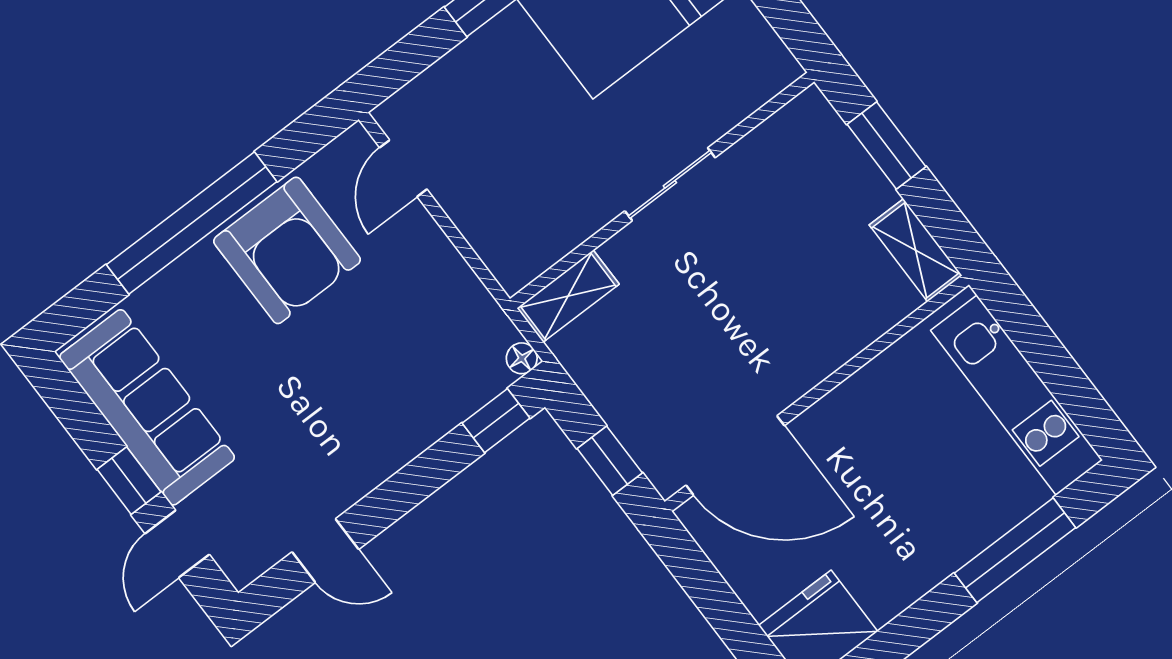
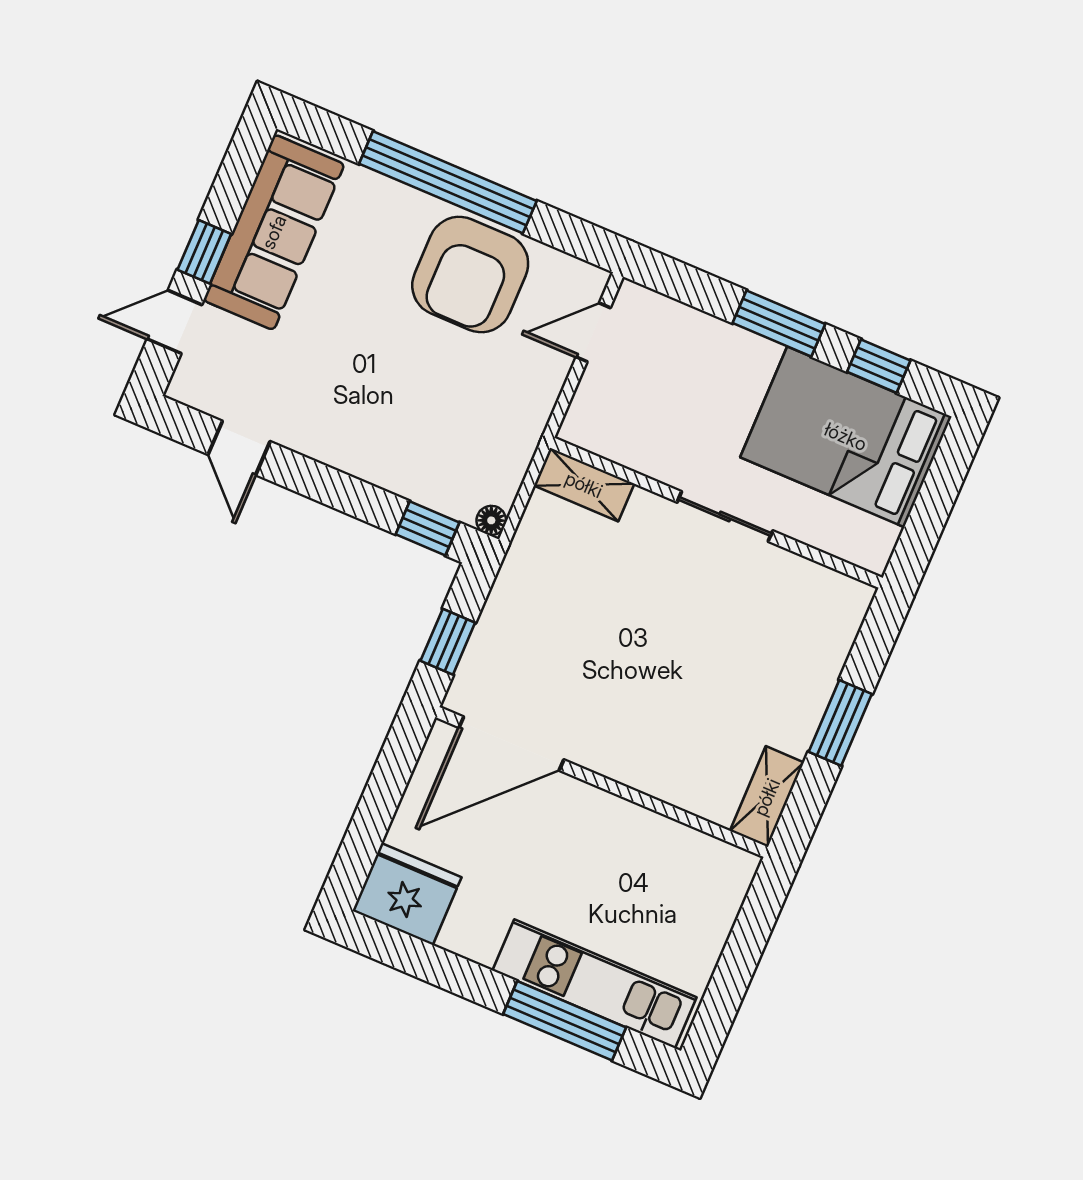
sliding door: (670, 184) -> (725, 516), moved
wall: (662, 190) -> (716, 513), moved
shelving: (568, 296) -> (584, 485), moved
kitchen unit: (1017, 395) -> (595, 984), moved, turned 90
door: (735, 455) -> (511, 744), hinge flipped

